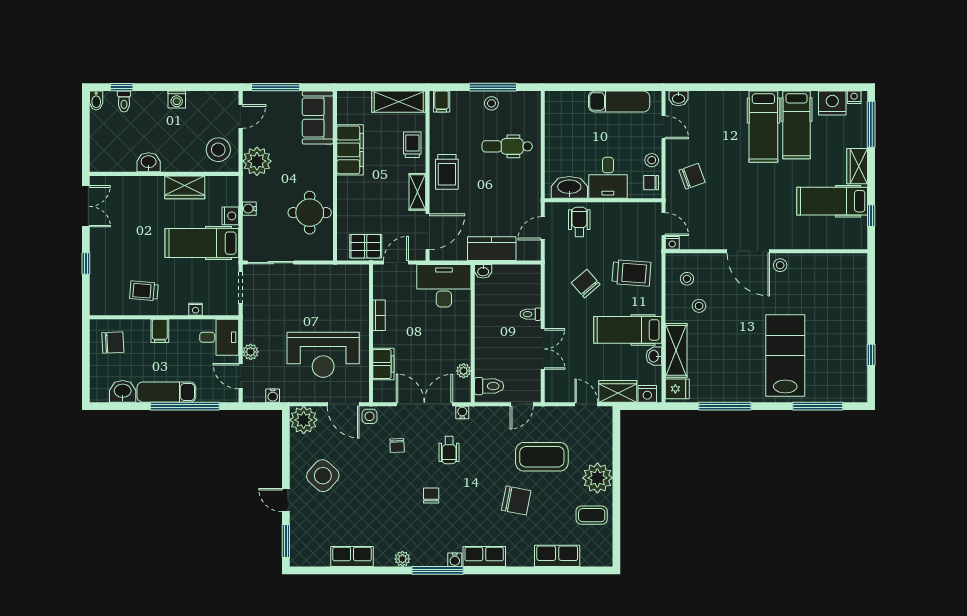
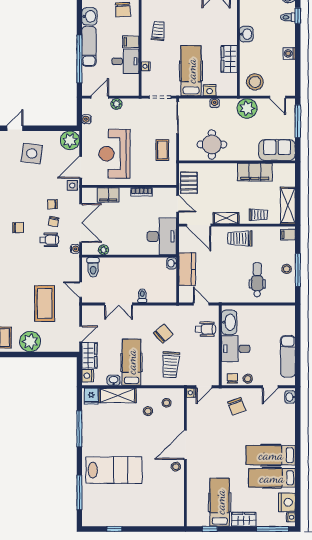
coffee table: (318, 285) -> (162, 150), added
desk: (219, 337) -> (125, 61), moved, turned -90
wheelchair: (449, 450) -> (49, 240), turned 180
side table: (323, 476) -> (32, 153), turned -35
chair: (516, 500) -> (54, 222), moved, width x0.54, depth x0.54

